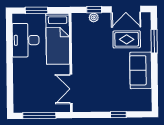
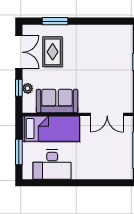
sofa: (141, 70) -> (57, 101), moved, turned 180

